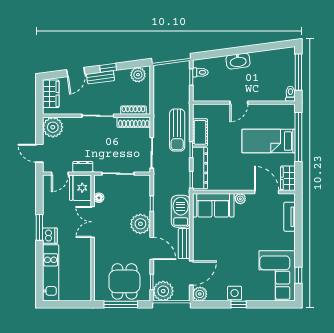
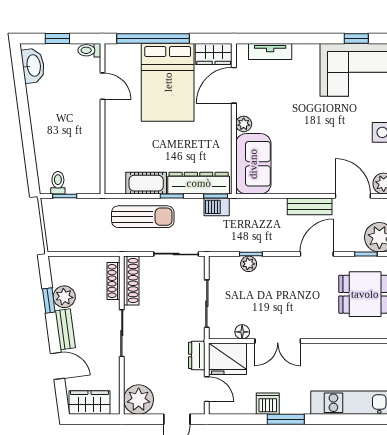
washbasin: (238, 61) -> (33, 66), moved
window: (108, 68) -> (49, 301), moved
window: (298, 72) -> (57, 39), width x0.46
plant: (138, 75) -> (64, 297), moved
door: (239, 103) -> (102, 86), moved
bed: (269, 141) -> (168, 82), width x1.50
barbecue: (181, 211) -> (217, 207), moved, width x0.53, depth x0.65
plant: (140, 224) -> (249, 264), moved, width x0.53, depth x0.53
dishwasher: (50, 236) -> (268, 404), moved

